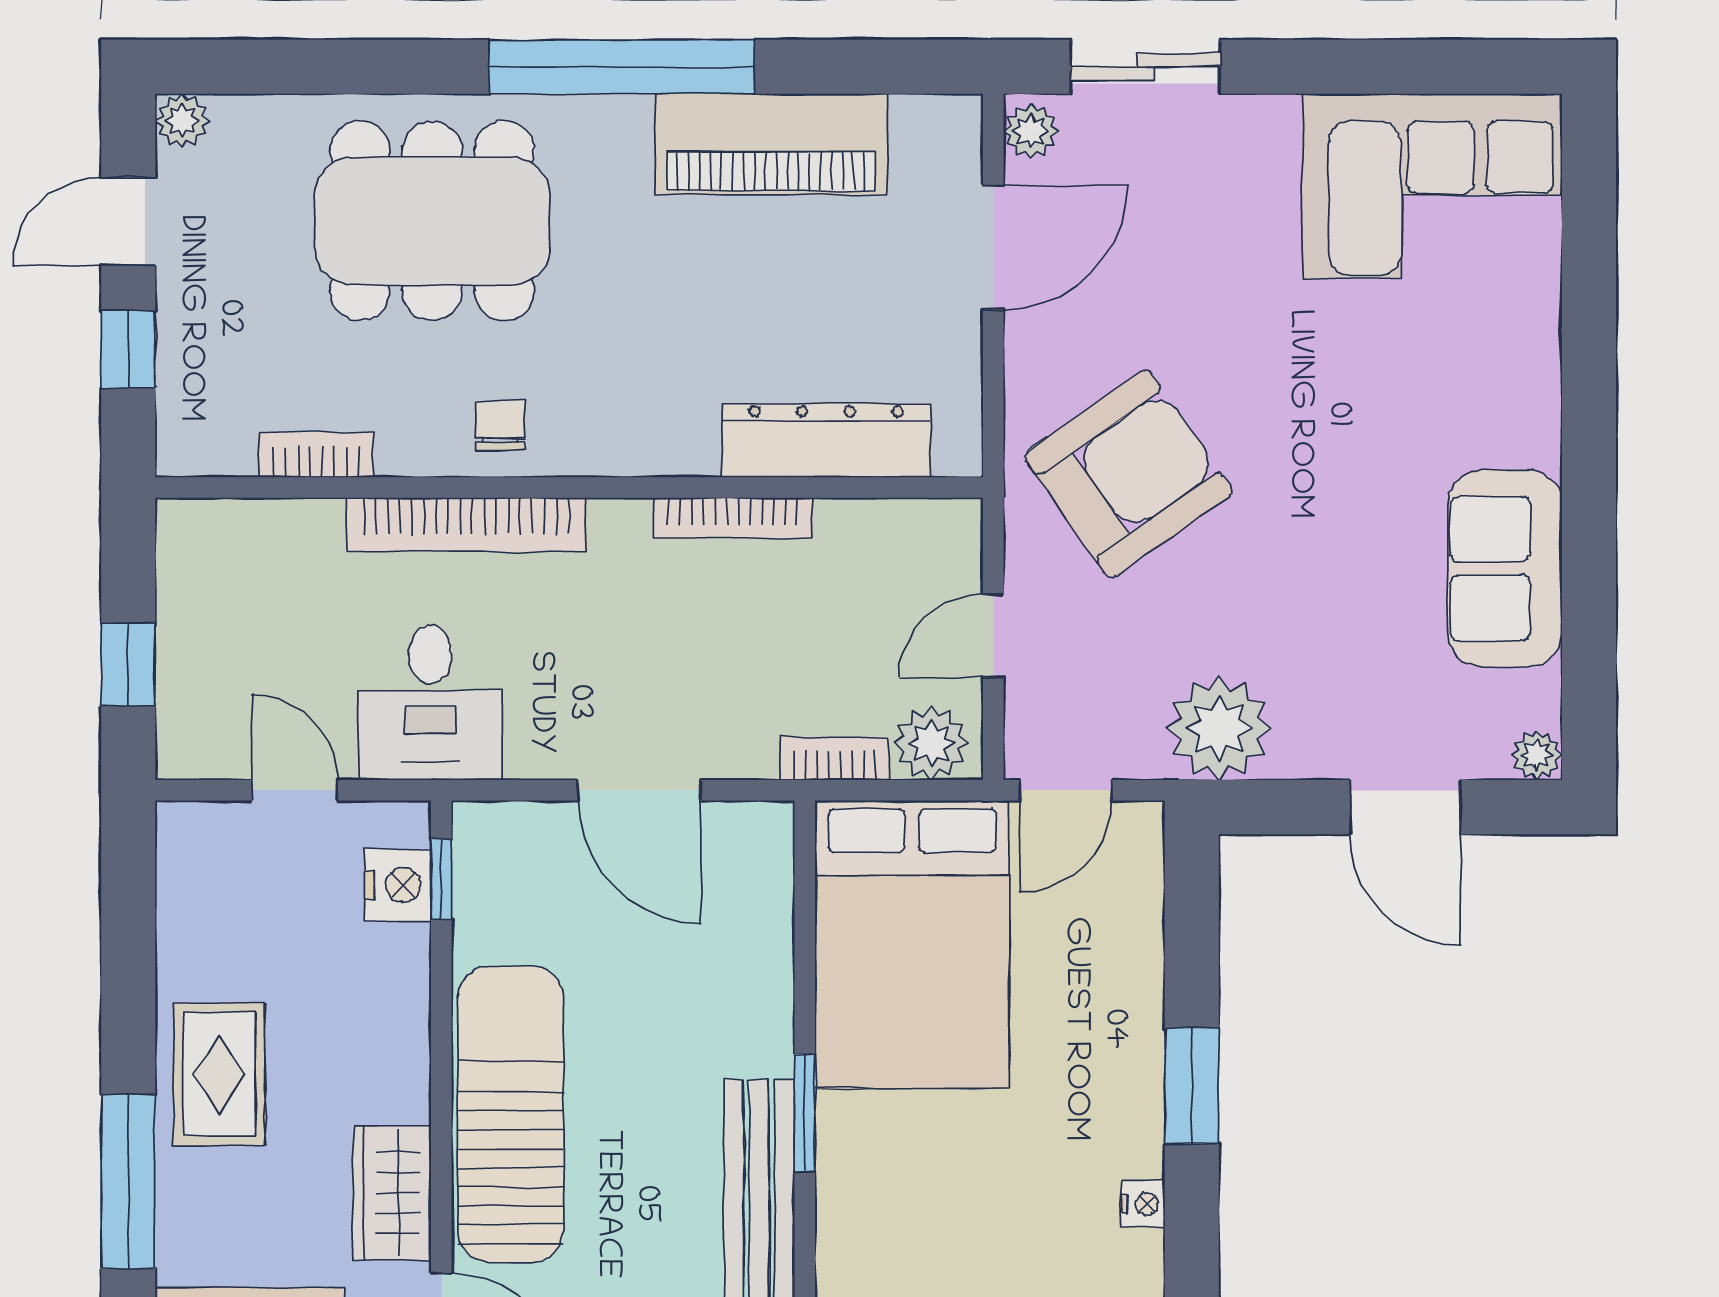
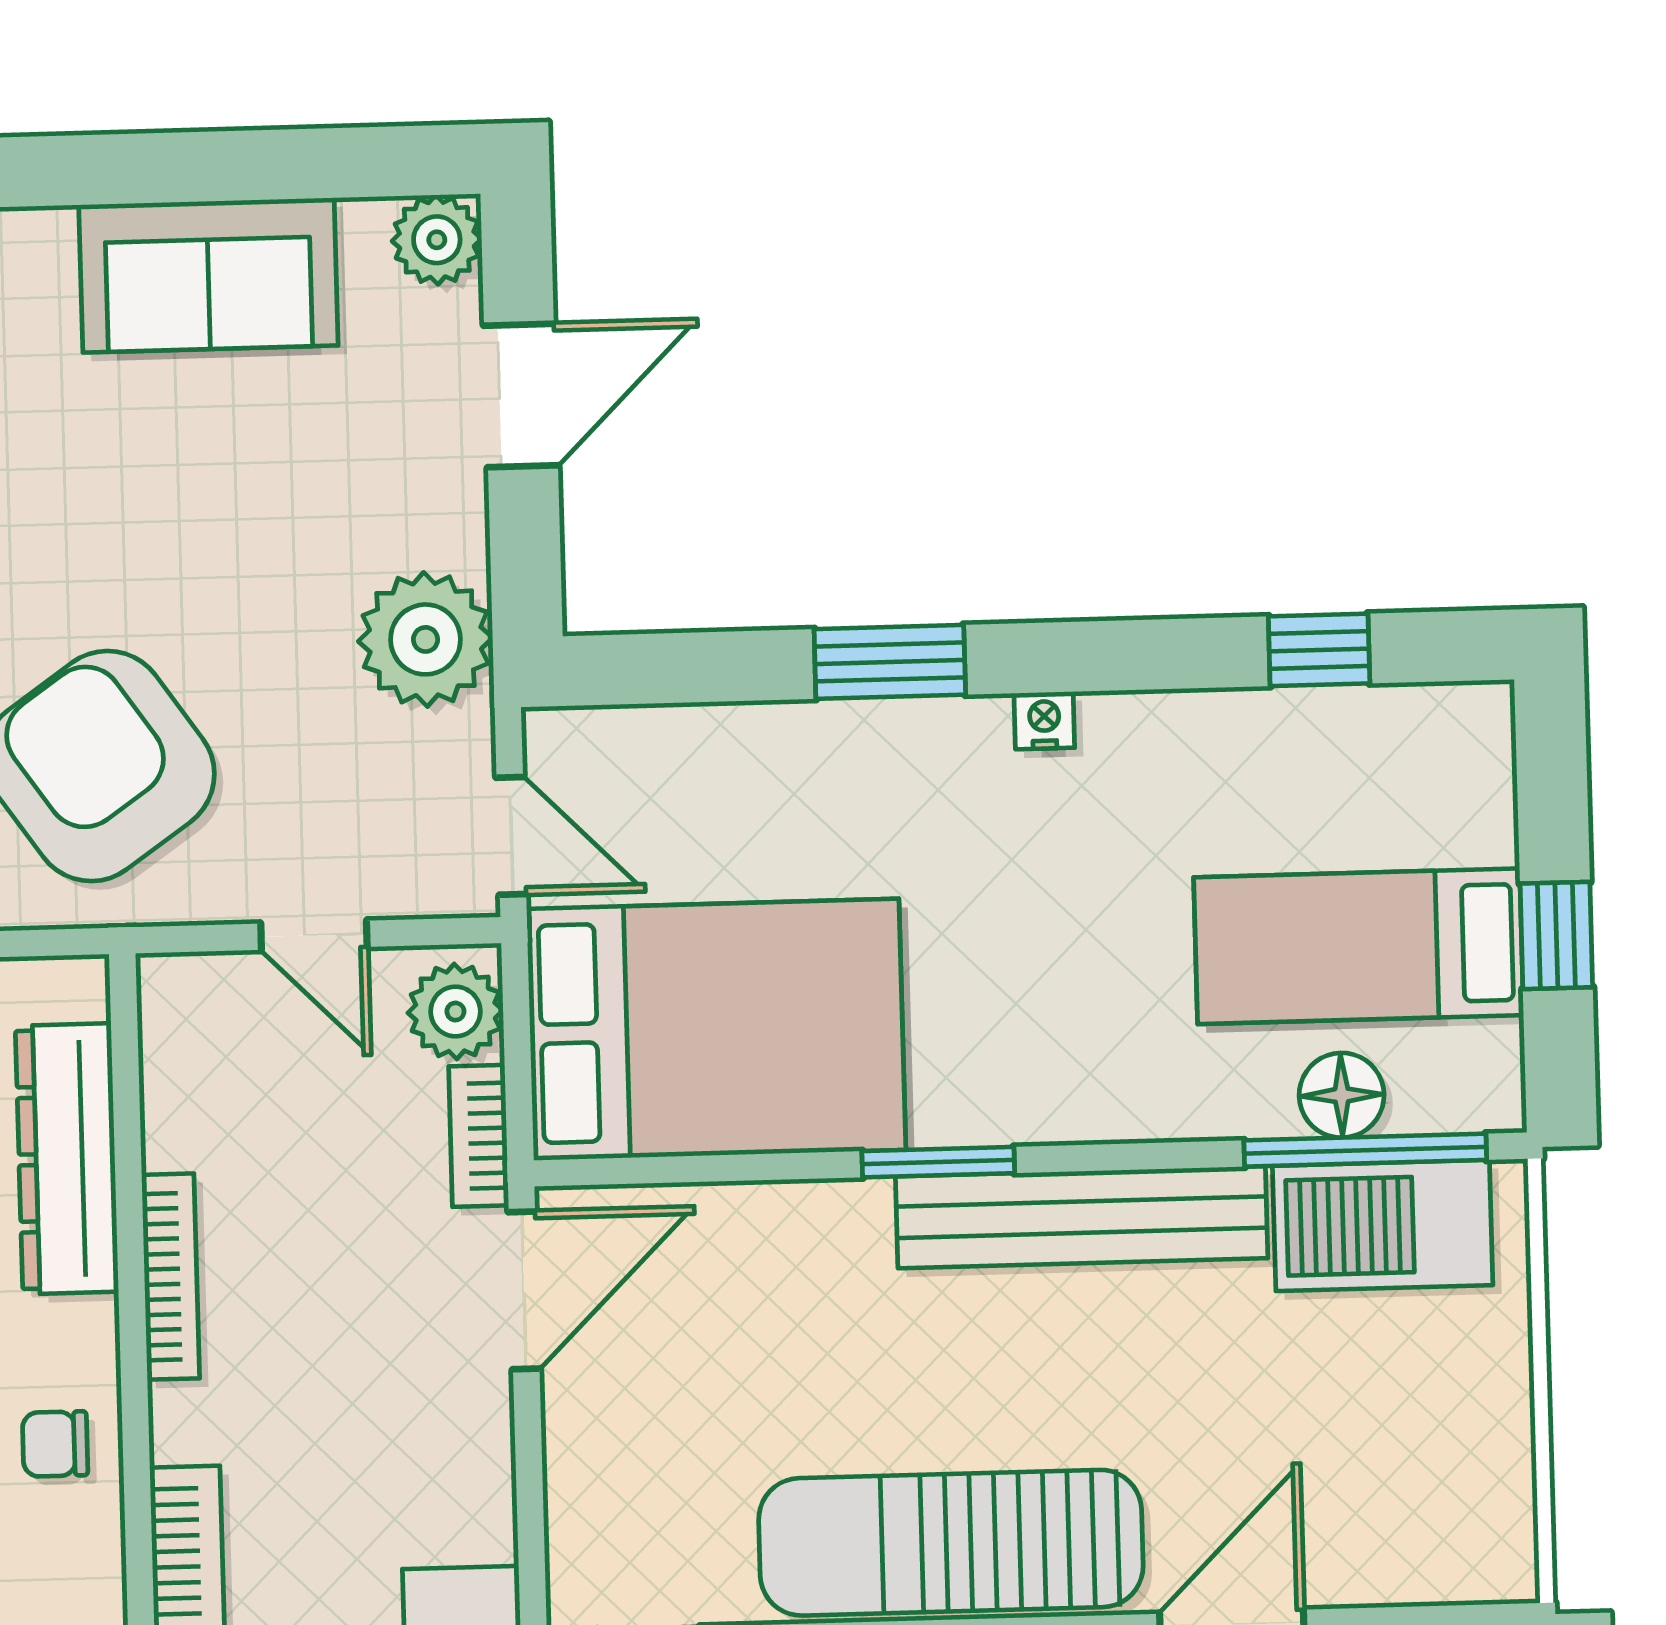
chair: (500, 426) -> (55, 1444), moved
plant: (1537, 755) -> (437, 240), width x1.38, depth x1.38
door: (639, 790) -> (524, 1290), moved

